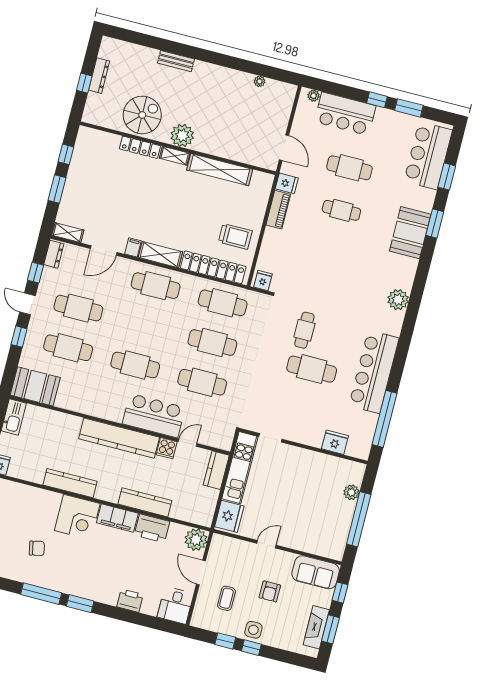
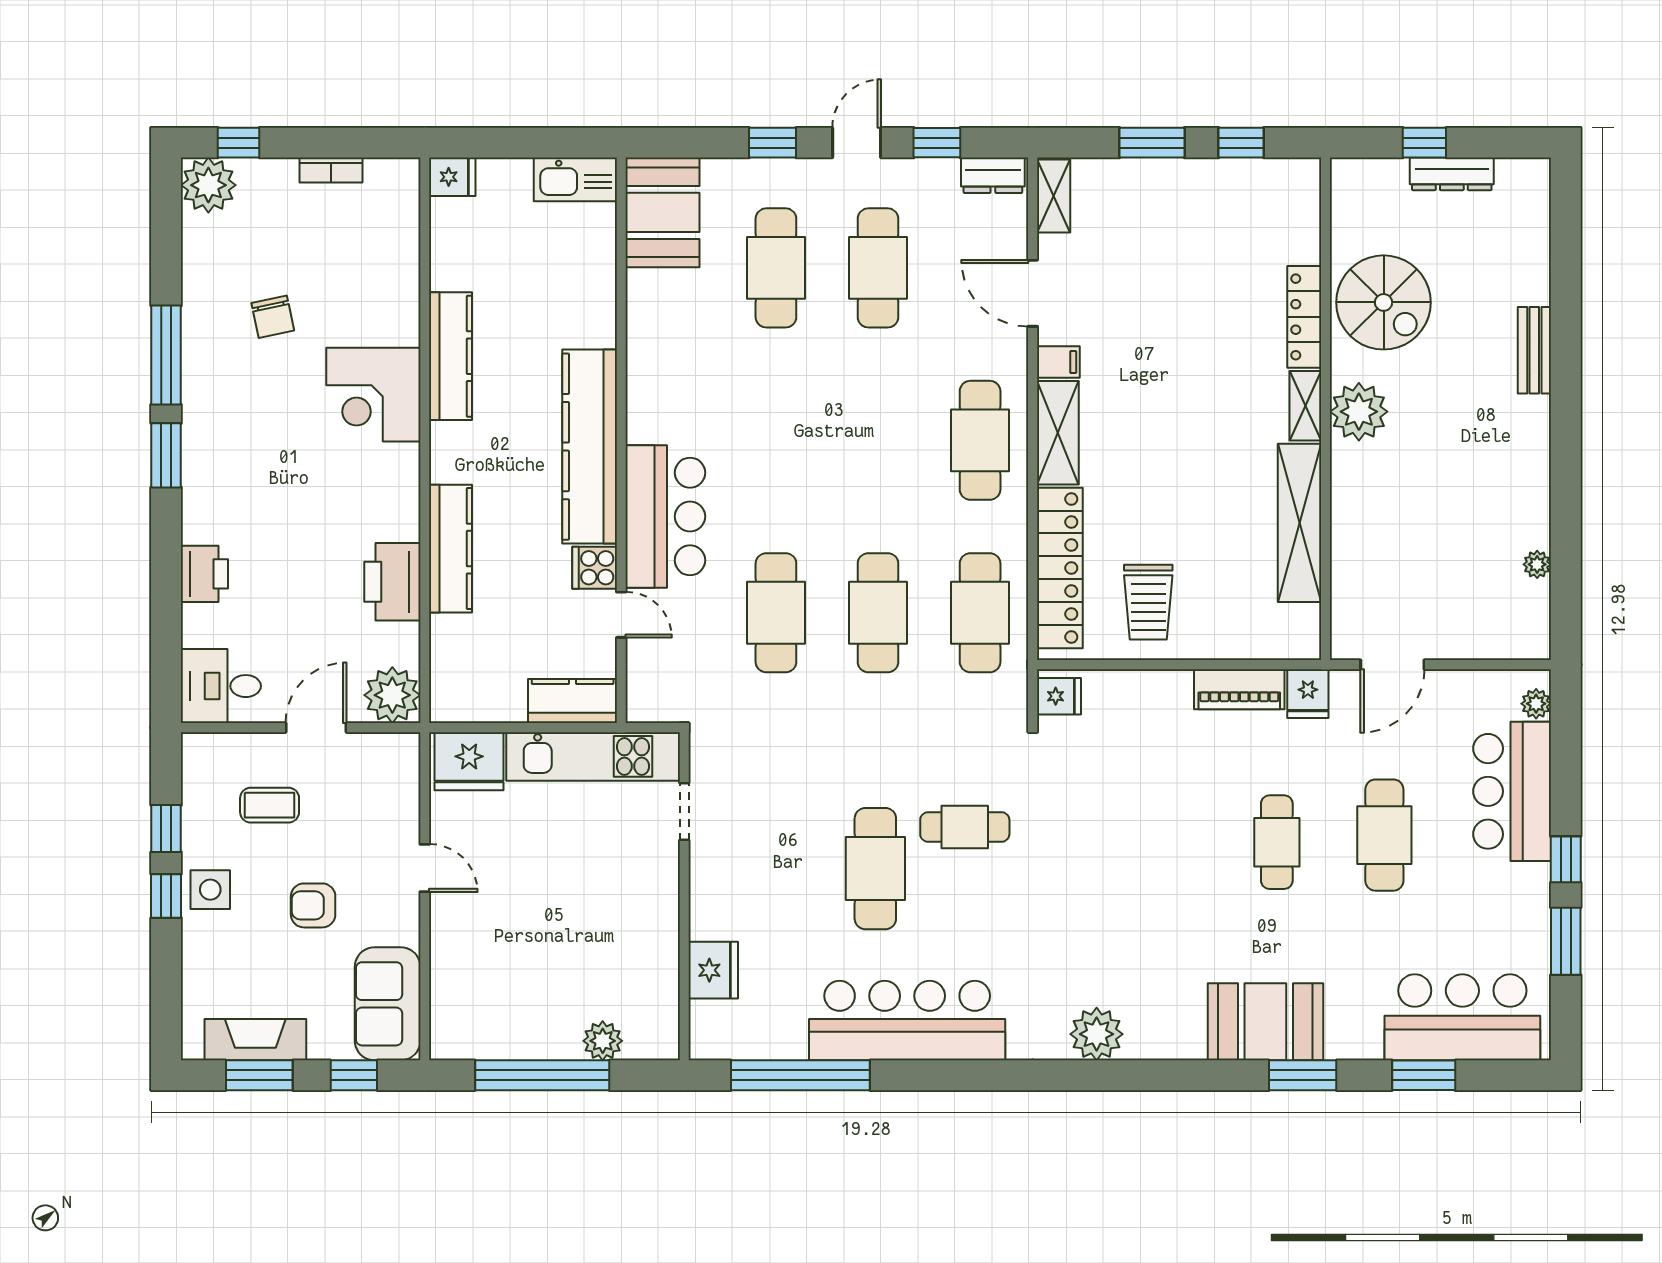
cafe table: (135, 365) -> (776, 440), removed
filing cabinet: (117, 518) -> (396, 492), removed

